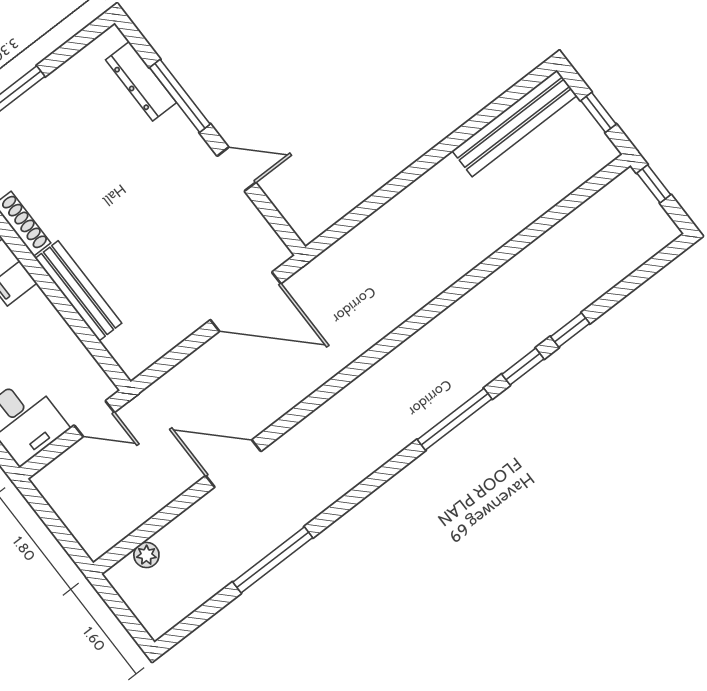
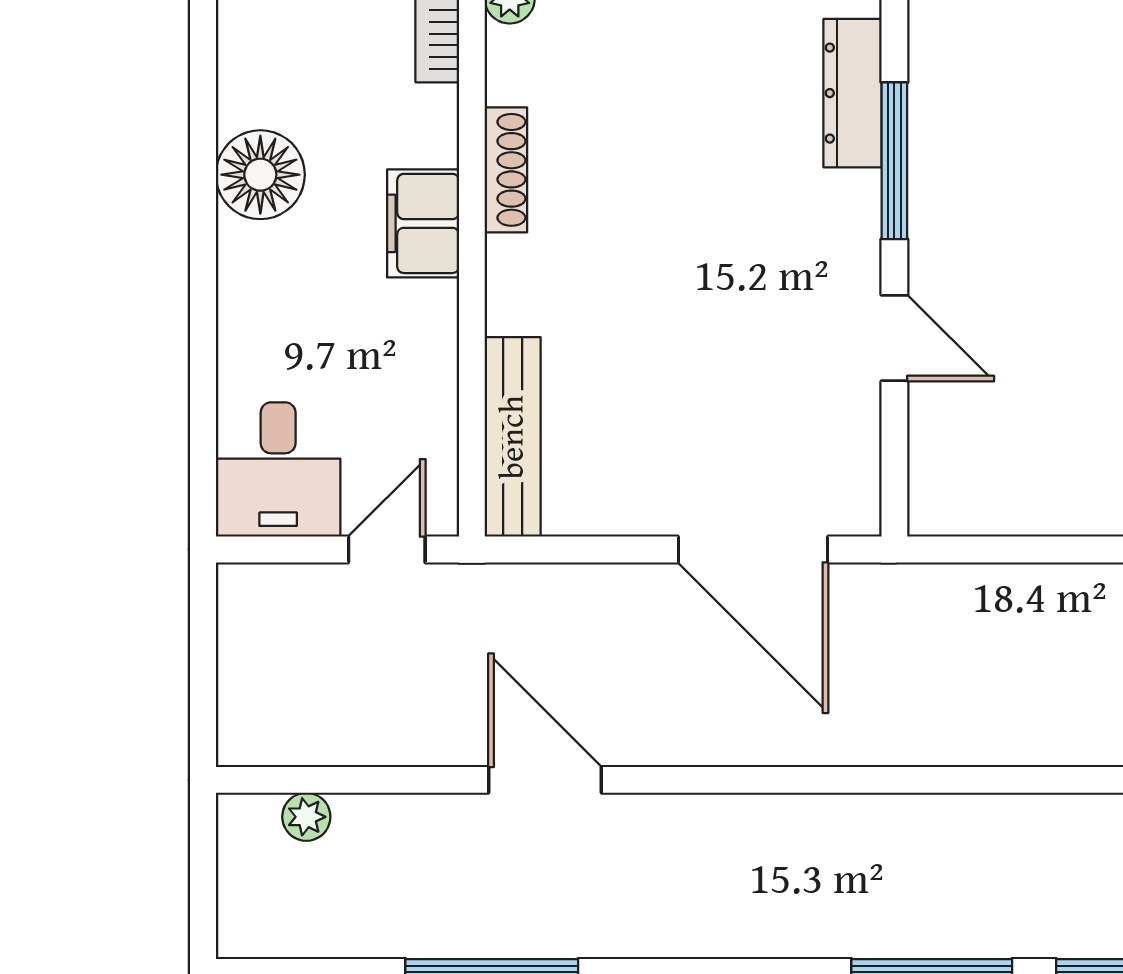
bench: (78, 291) -> (513, 437), moved
door: (94, 419) -> (387, 549), swing flipped

